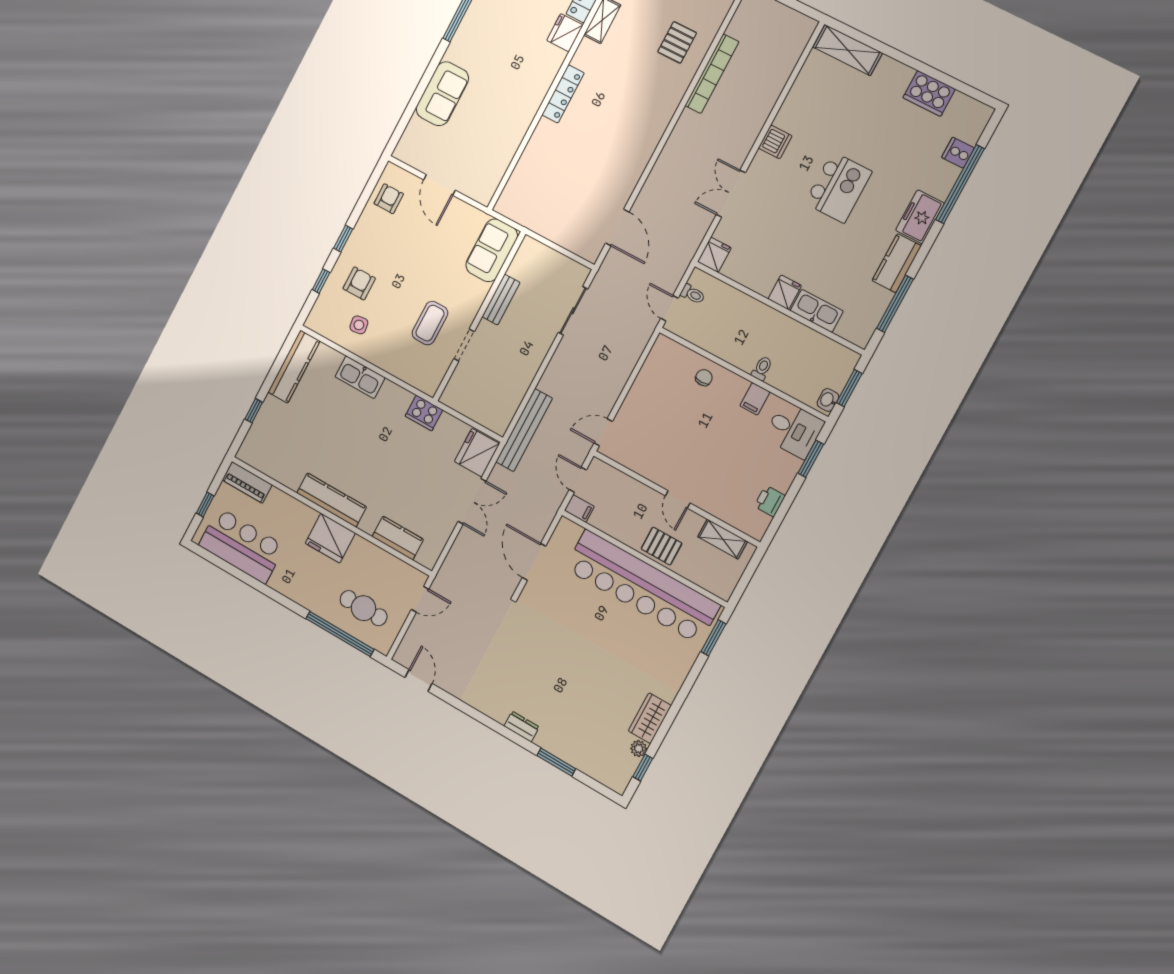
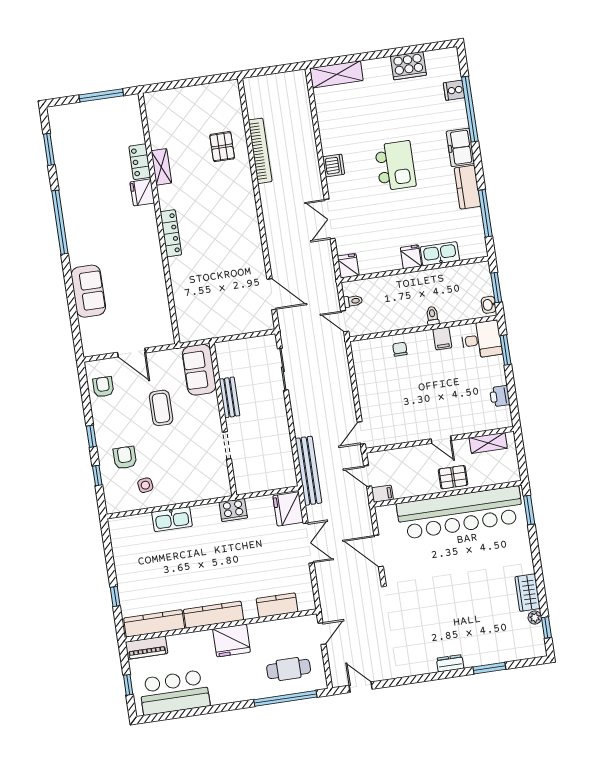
coffee table: (430, 323) -> (161, 408), moved
kitchen counter: (294, 367) -> (154, 623), moved, turned -90

